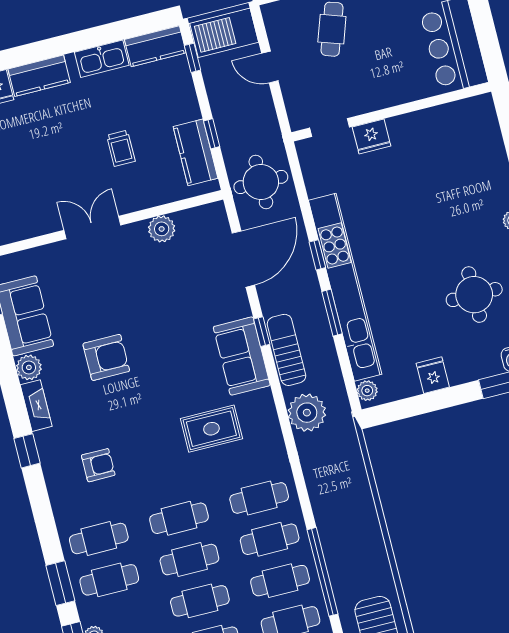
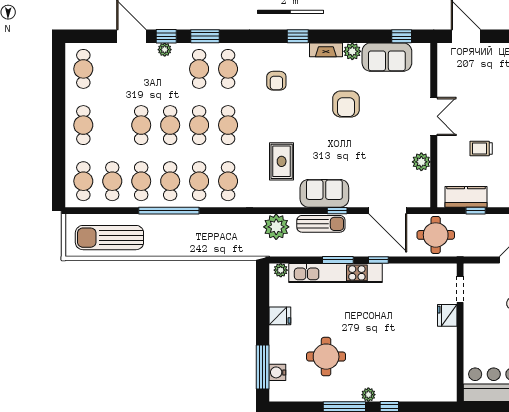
kitchen unit: (345, 287) -> (335, 273), width x0.73

